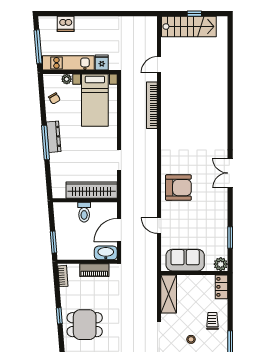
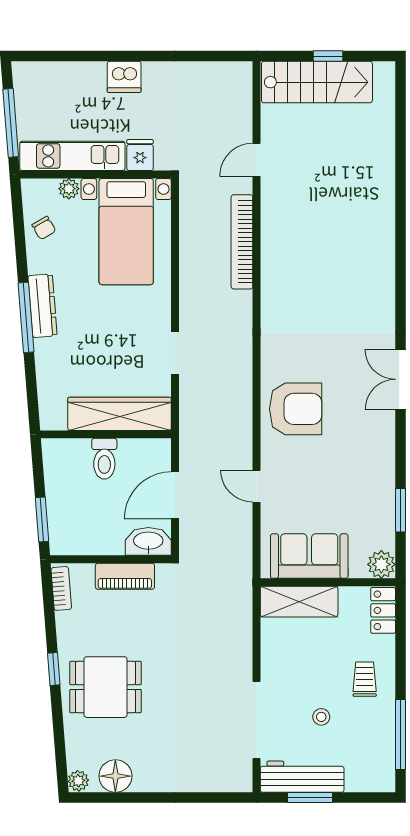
dishwasher: (66, 24) -> (124, 77), moved
shelving: (169, 294) -> (299, 602), moved, turned 90

